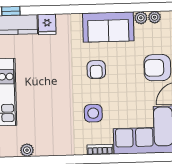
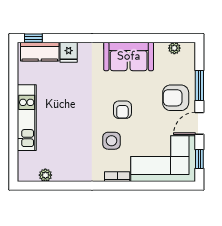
plant: (141, 18) -> (161, 48), removed
armchair: (96, 70) -> (122, 110), moved

